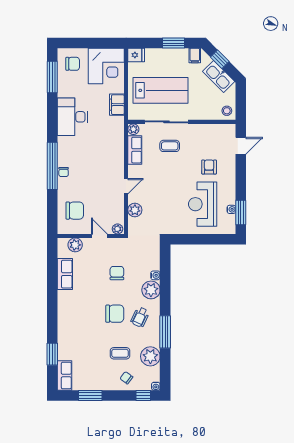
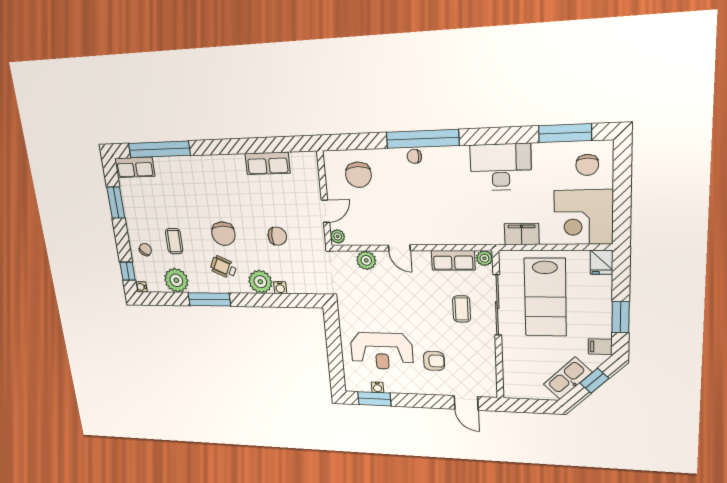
stool: (227, 111) -> (516, 387), removed
reception desk: (203, 204) -> (382, 351), turned 180
plant: (75, 245) -> (310, 177), removed
window: (52, 354) -> (159, 149), width x2.11

